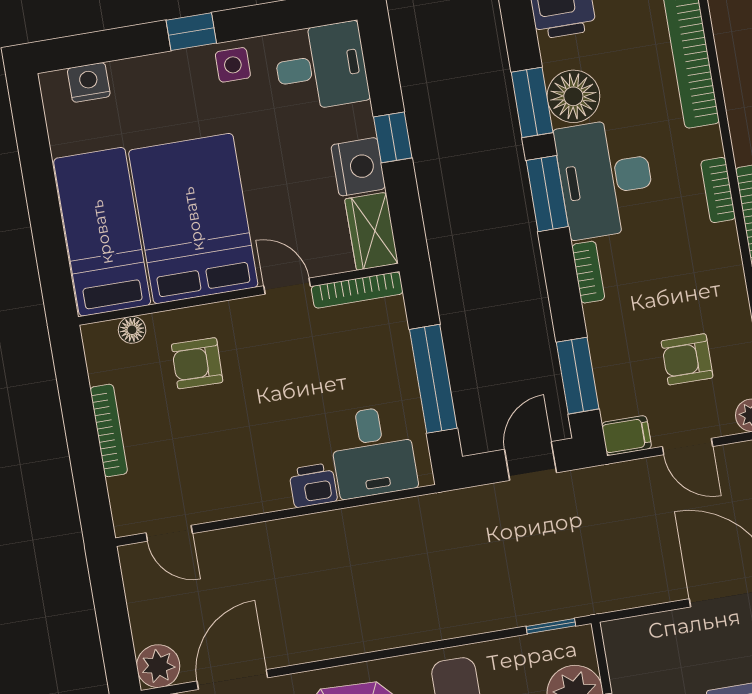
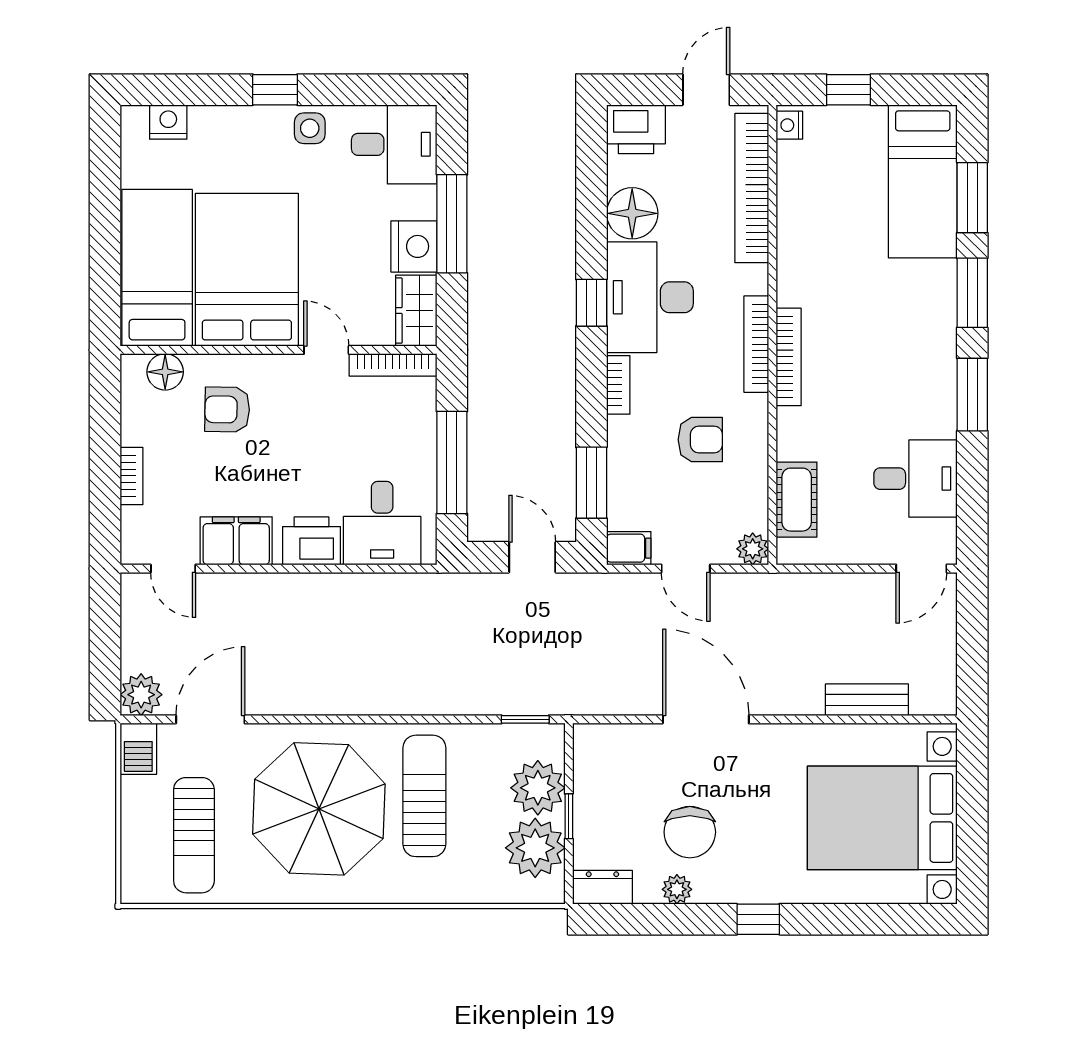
window: (532, 102) -> (591, 212), removed
window: (393, 137) -> (452, 224), width x2.17
bookcase: (718, 190) -> (756, 344), width x1.56
window: (547, 194) -> (591, 303), width x0.67
floor lamp: (132, 330) -> (165, 372), width x1.37, depth x1.37
armchair: (687, 359) -> (700, 440), moved, turned 180
bookcase: (109, 430) -> (132, 476), width x0.64
door: (531, 461) -> (532, 557), hinge flipped
printer: (313, 485) -> (312, 541), width x1.36, depth x1.24
filing cabinet: (228, 494) -> (236, 541), added

